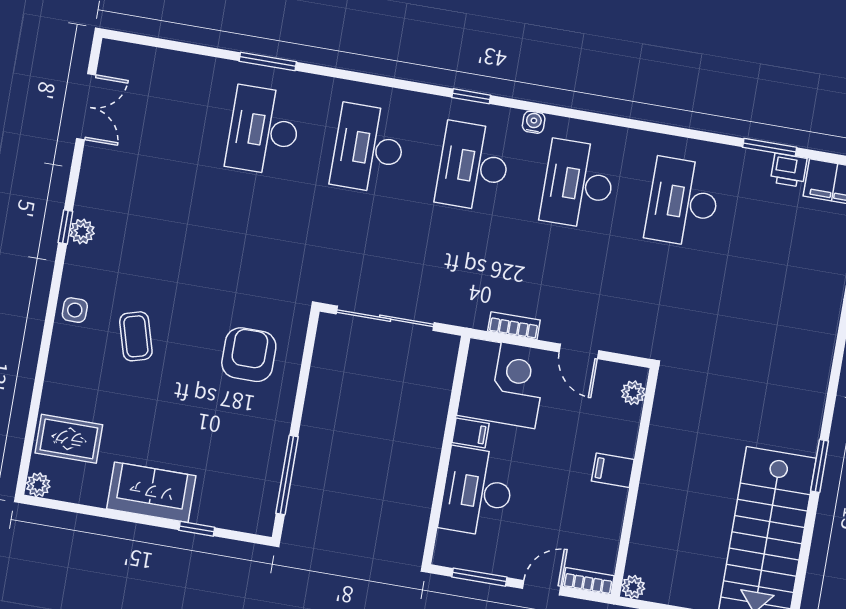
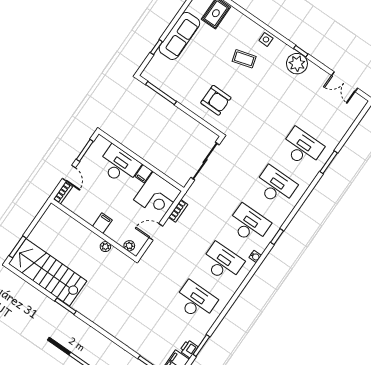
plant: (82, 232) -> (297, 64), width x1.87, depth x1.87
sofa: (151, 492) -> (179, 36), width x1.36
plant: (633, 587) -> (105, 247), moved

